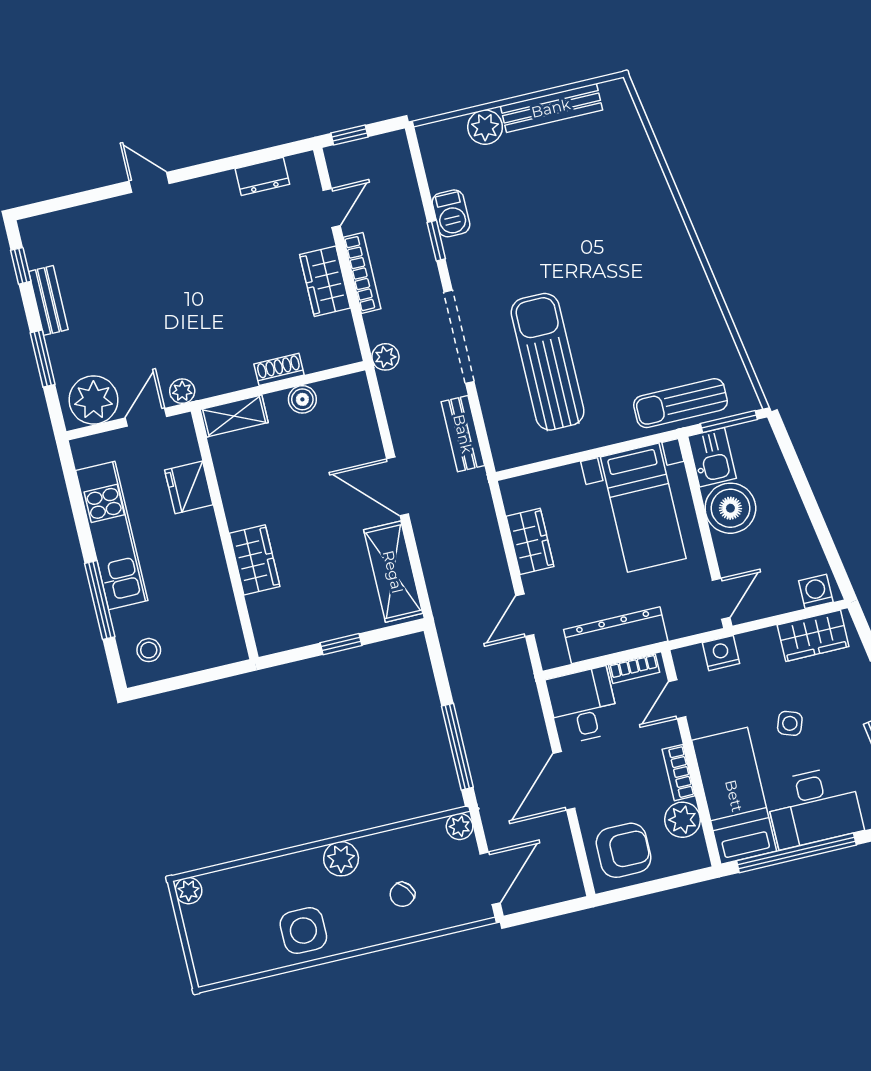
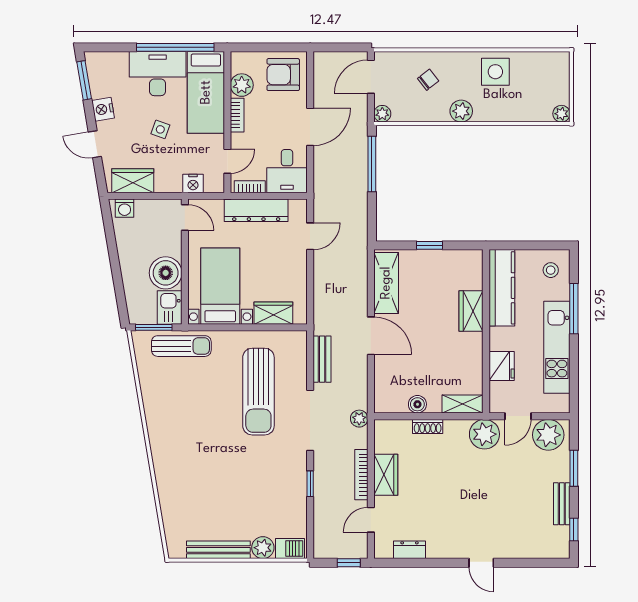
barbecue: (451, 213) -> (290, 548), moved, turned 90
plant: (182, 391) -> (484, 434), width x1.88, depth x1.88
wardrobe: (530, 541) -> (273, 313), moved, turned 90
door: (721, 599) -> (185, 218), swing flipped
kitchen counter: (216, 606) -> (502, 288), added

